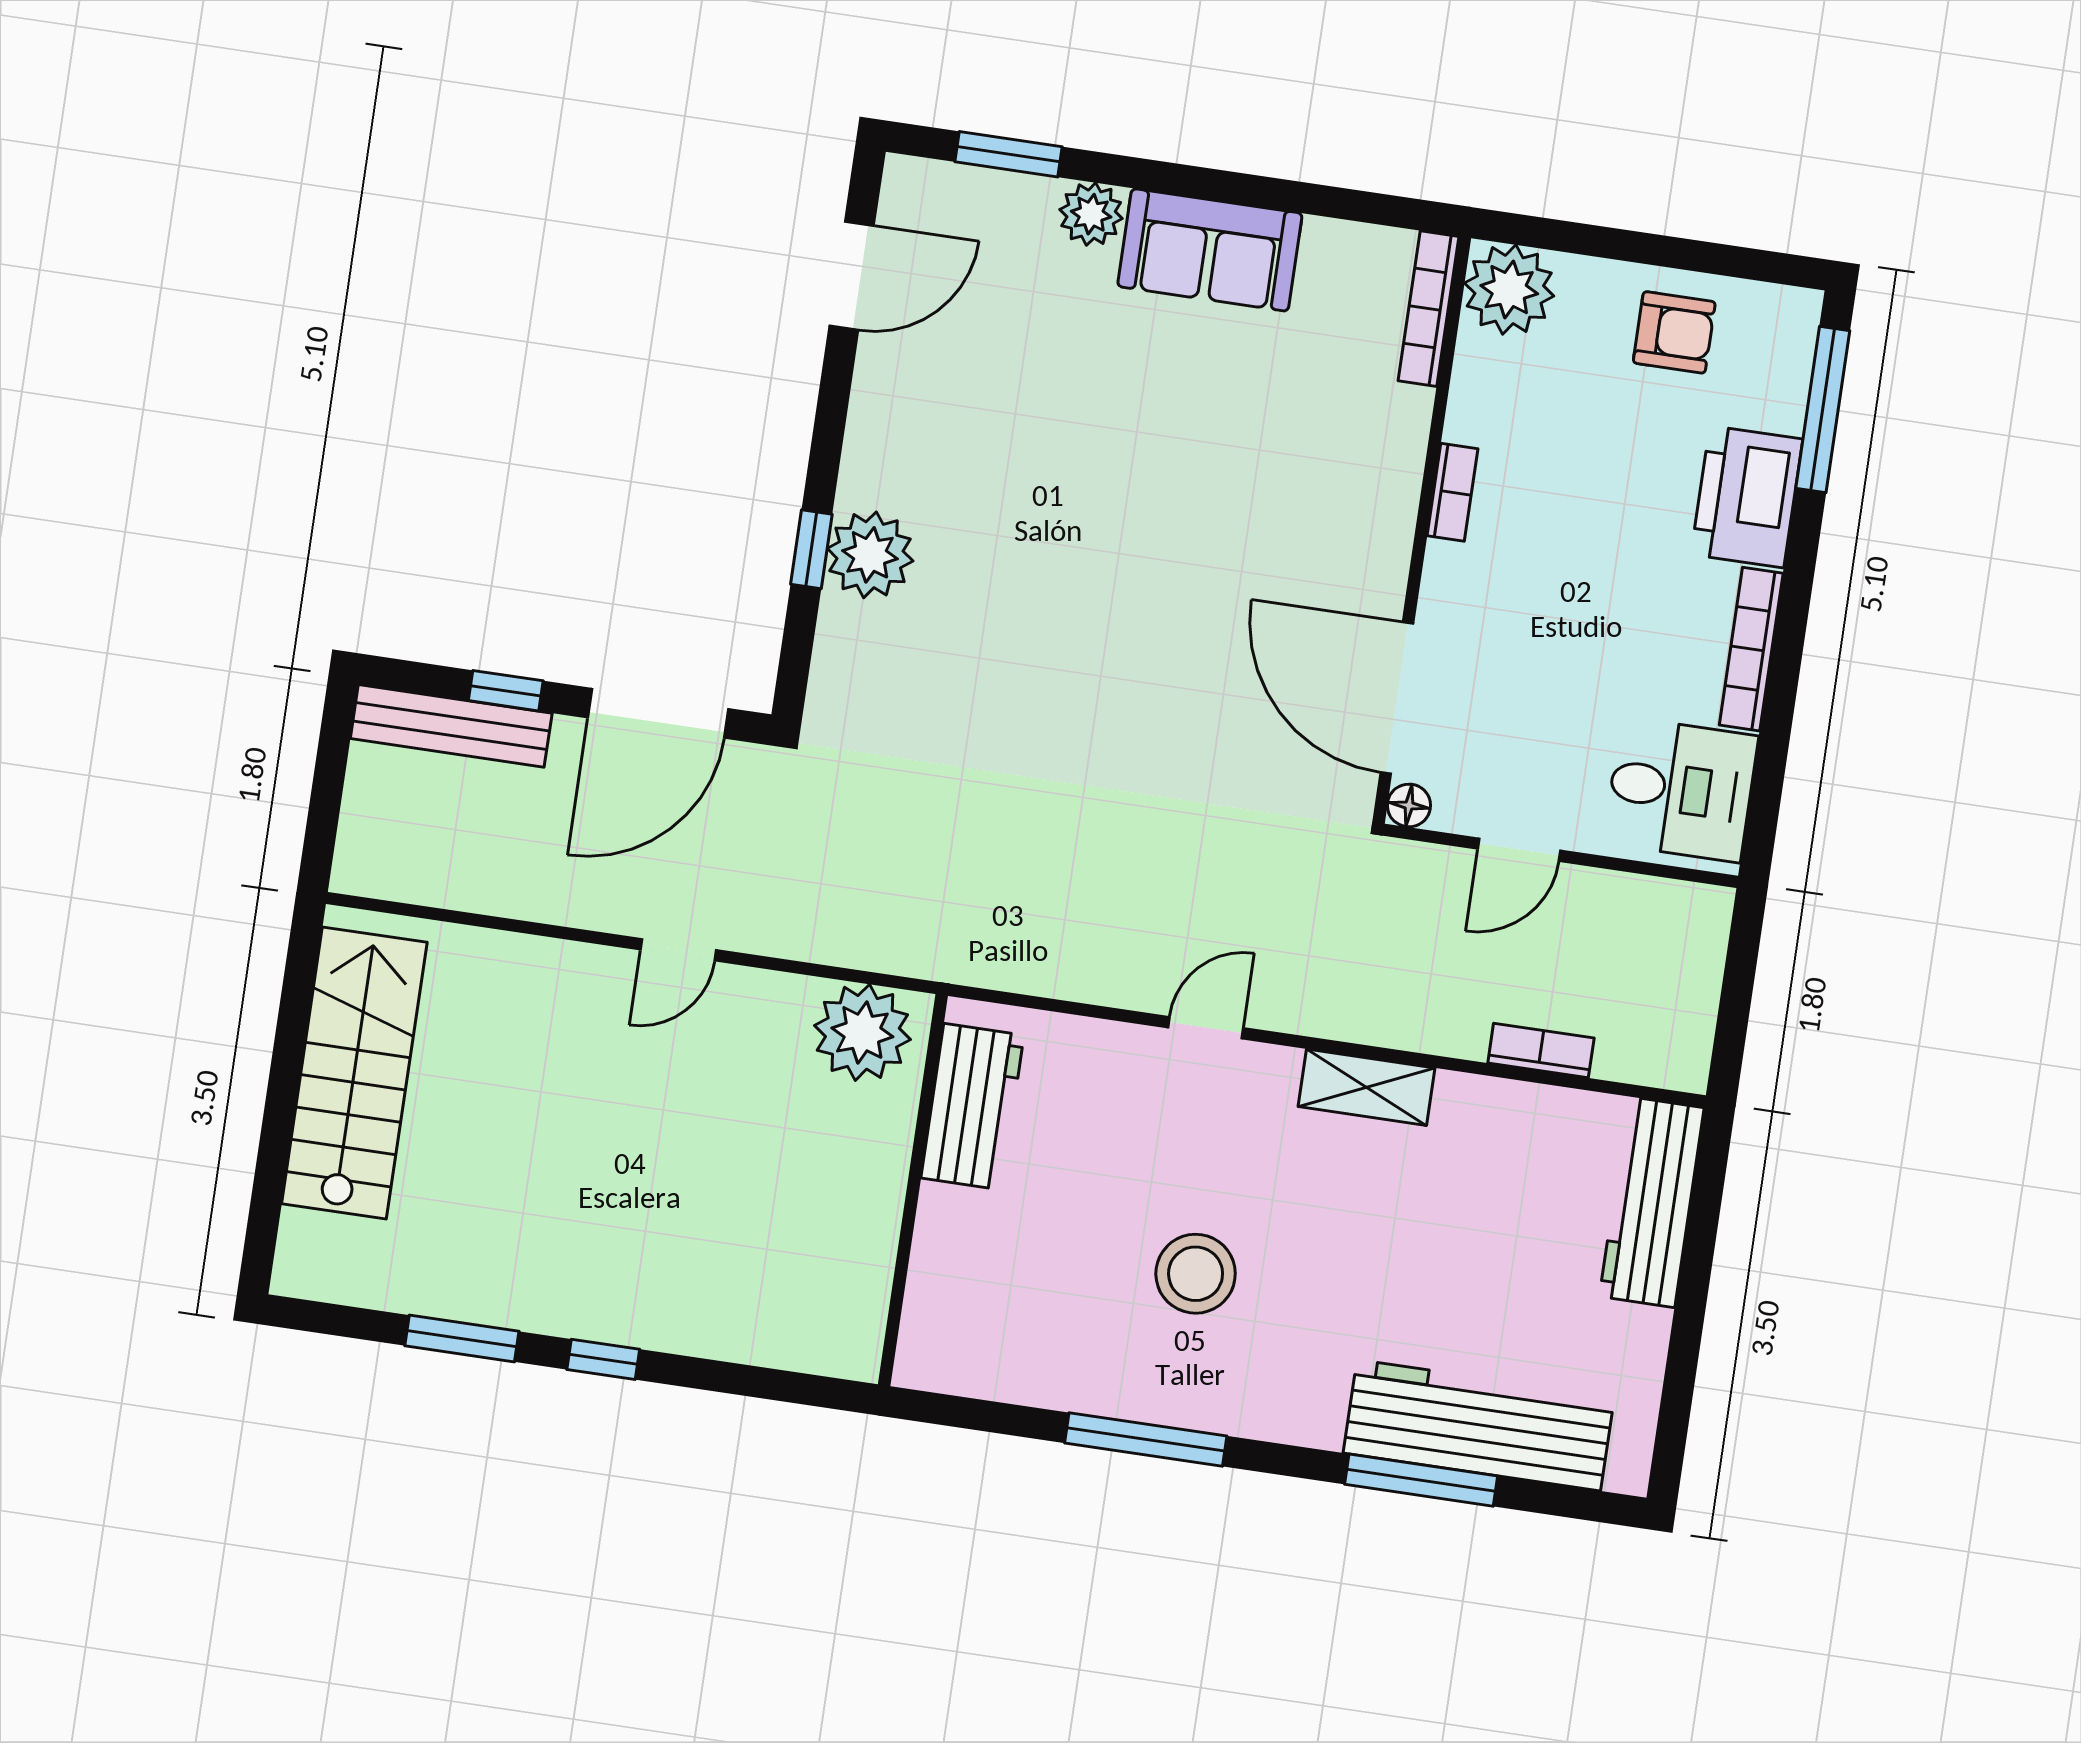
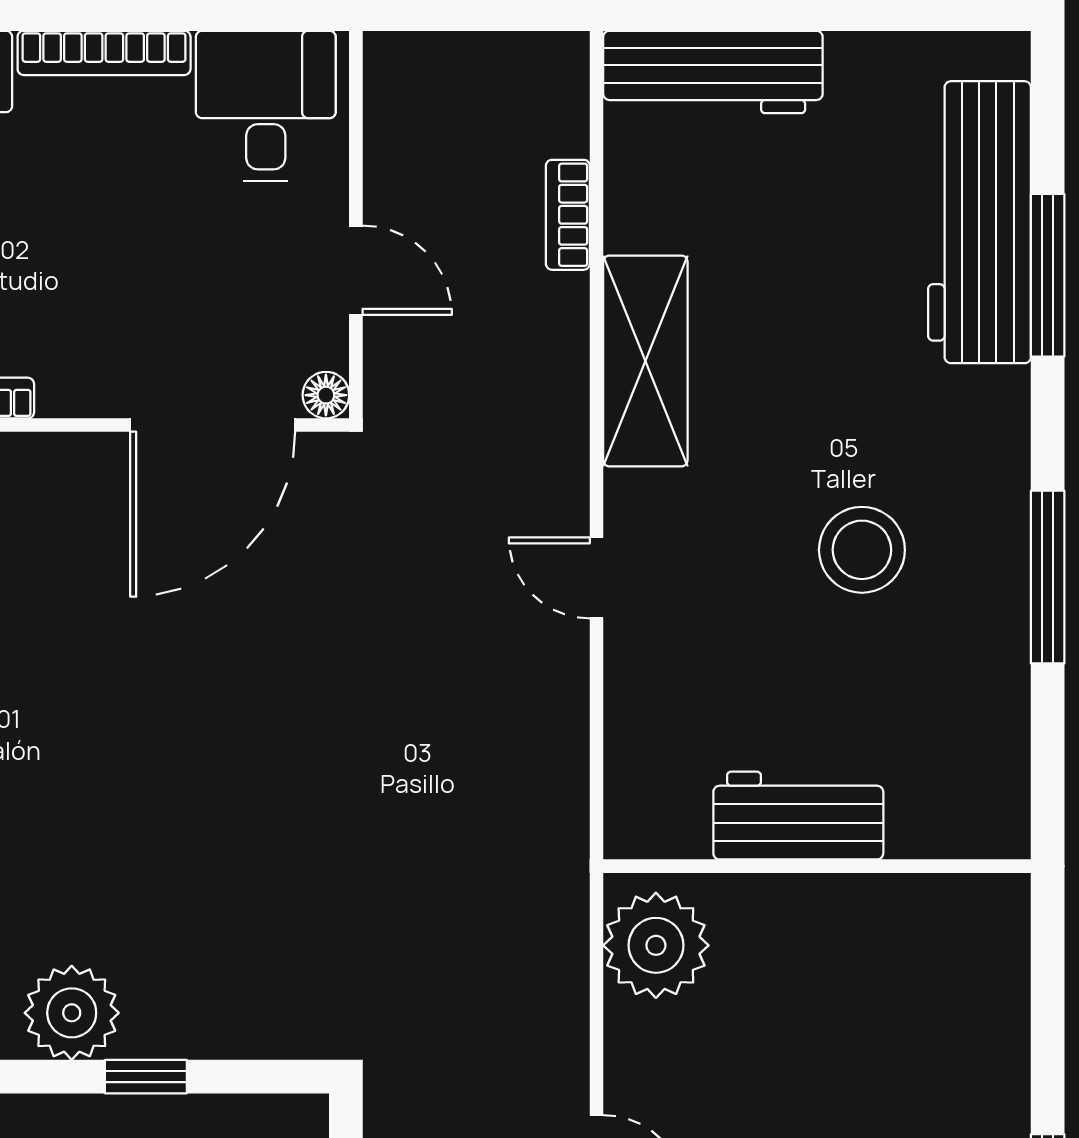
plant: (870, 555) -> (72, 1013), moved
shelving: (1366, 1087) -> (645, 361), width x1.50, depth x1.33
workbench: (972, 1107) -> (798, 816), moved

